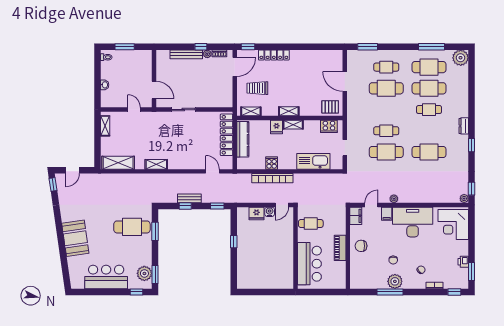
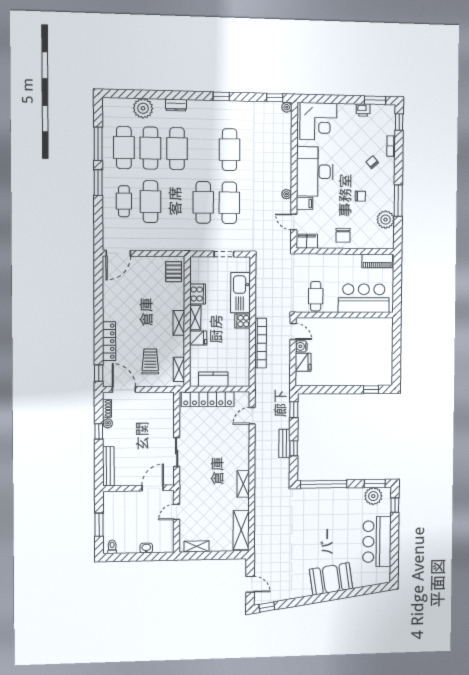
window: (368, 47) -> (98, 183), moved
bench: (186, 54) -> (108, 466), moved
plant: (461, 58) -> (143, 108), moved
door: (345, 81) -> (118, 253), moved
trolley: (257, 88) -> (150, 361), turned 180
cafe table: (429, 110) -> (177, 149), width x1.37, depth x1.35
cooker: (329, 126) -> (198, 294), moved
dresser: (464, 126) -> (176, 105), moved
cafe table: (386, 131) -> (203, 202), width x1.37, depth x1.35
kitchen counter: (243, 139) -> (213, 379), width x0.67
cooker: (272, 163) -> (242, 321), moved
cafe table: (132, 227) -> (318, 512), removed
window: (155, 231) -> (324, 484), width x2.11
window: (234, 242) -> (371, 390), moved
piano: (340, 248) -> (377, 261), moved
plant: (395, 281) -> (386, 220), moved

